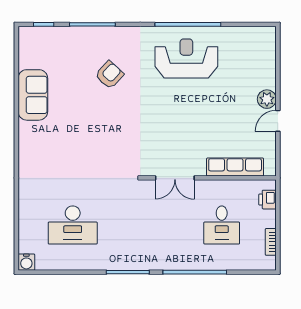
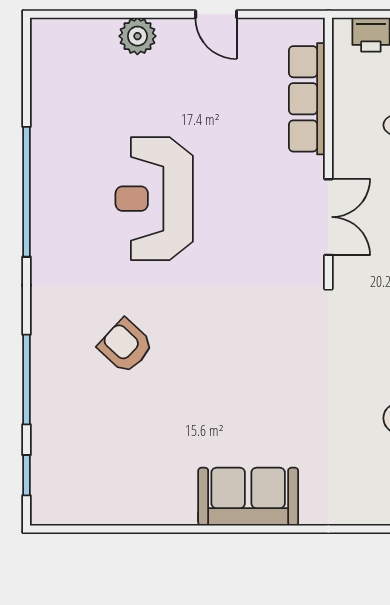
reception desk: (186, 58) -> (154, 199), moved
sofa: (33, 95) -> (248, 497), moved
plant: (267, 99) -> (137, 36), moved

